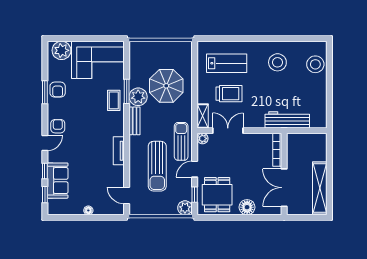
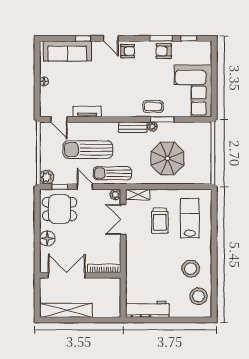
plant: (61, 50) -> (202, 55), removed
lab bench: (227, 63) -> (190, 218), turned 180
stool: (315, 64) -> (199, 296), moved
plant: (138, 97) -> (152, 127), width x0.53, depth x0.53
workbench: (287, 120) -> (147, 309), moved, turned -90
double door: (228, 131) -> (123, 220), swing flipped
sun lounger: (181, 141) -> (112, 173), turned 180
tv unit: (119, 151) -> (87, 112), moved
sofa: (58, 181) -> (67, 51), width x1.36
window: (45, 195) -> (189, 38), moved
door: (127, 196) -> (59, 119), swing flipped

